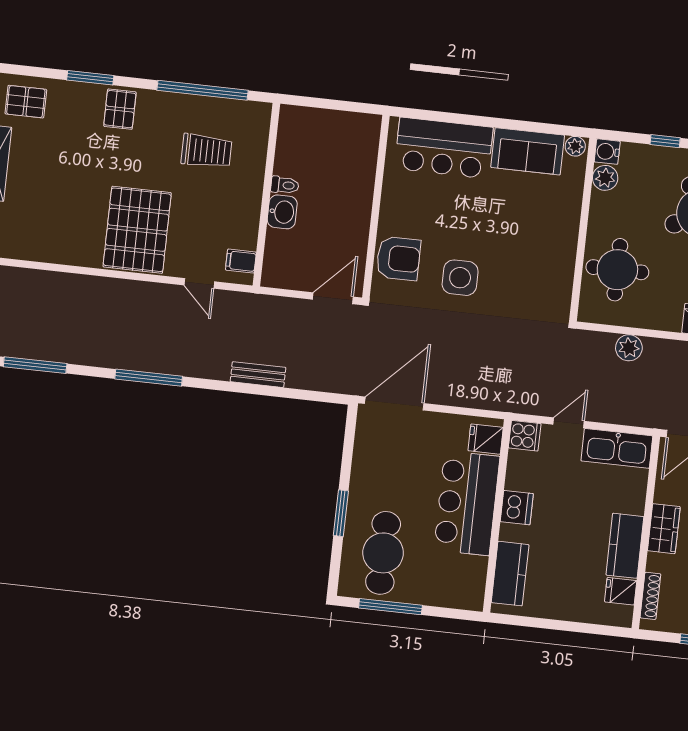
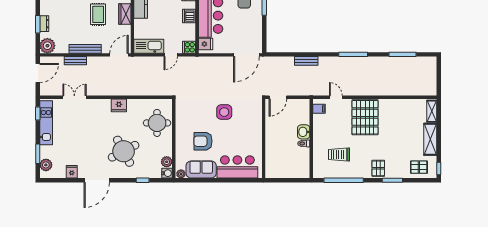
armchair: (398, 258) -> (203, 141), moved
plant: (629, 348) -> (148, 90), removed

